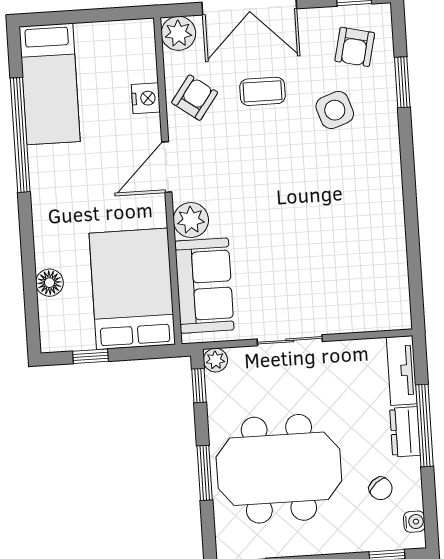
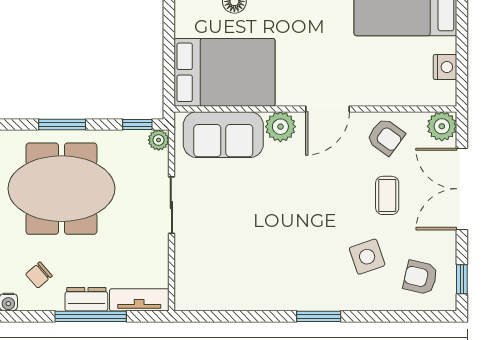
window: (402, 82) -> (319, 316), moved
nightstand: (146, 98) -> (445, 67), moved, turned -90
door: (167, 167) -> (327, 109), swing flipped
window: (91, 356) -> (169, 33), removed
meeting table: (279, 469) -> (61, 189), turned 90

